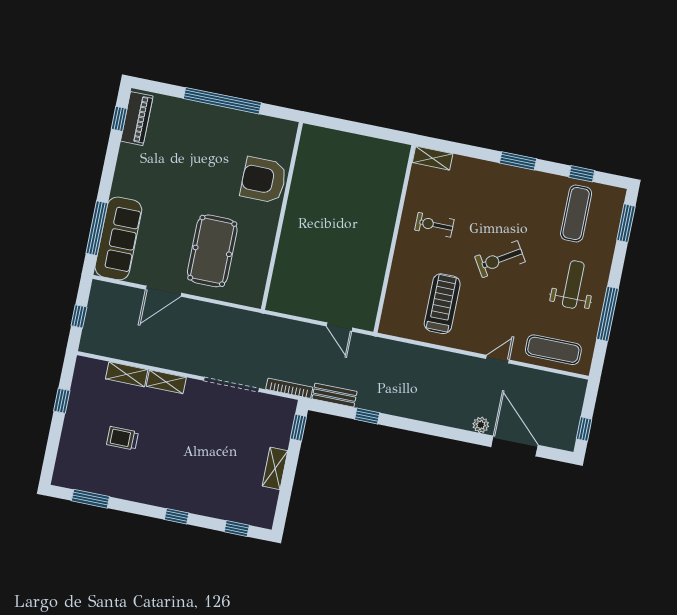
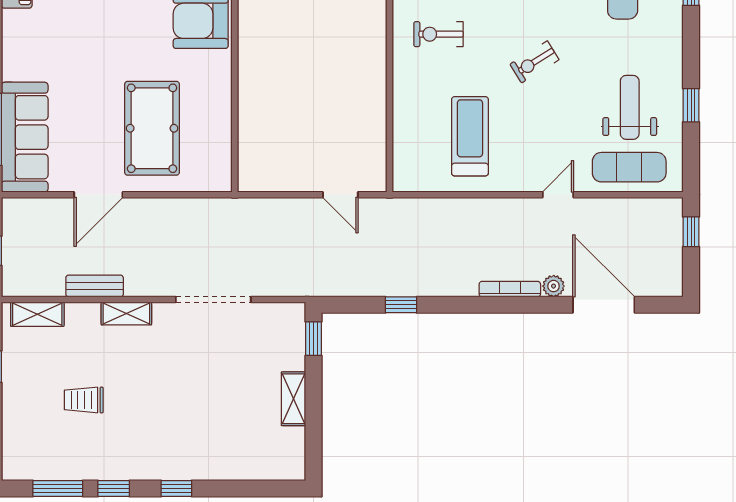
exercise bike: (500, 259) -> (534, 62), width x0.73, depth x0.72
weight bench: (573, 284) -> (630, 107), moved
window: (607, 314) -> (691, 105), width x0.46
shelving: (127, 374) -> (37, 314), moved
bookcase: (289, 388) -> (510, 289), moved
bench: (334, 395) -> (95, 286), moved
window: (584, 429) -> (691, 232), moved
window: (237, 528) -> (114, 488), moved

